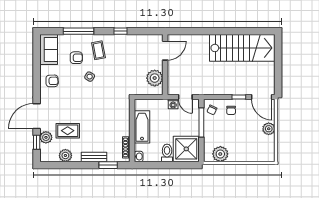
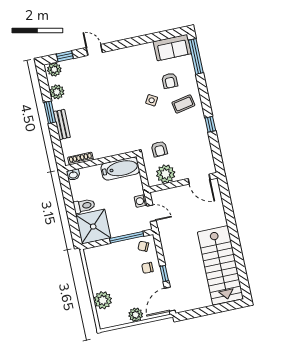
window: (78, 31) -> (196, 56), moved
armchair: (52, 81) -> (159, 149), moved
door: (185, 97) -> (152, 213), swing flipped
door: (37, 116) -> (94, 50), width x0.53
bathtub: (142, 127) -> (120, 169), moved
rug: (68, 131) -> (85, 89), removed
plant: (46, 137) -> (54, 69), moved
plant: (220, 154) -> (103, 300), moved
window: (108, 165) -> (50, 112), moved

